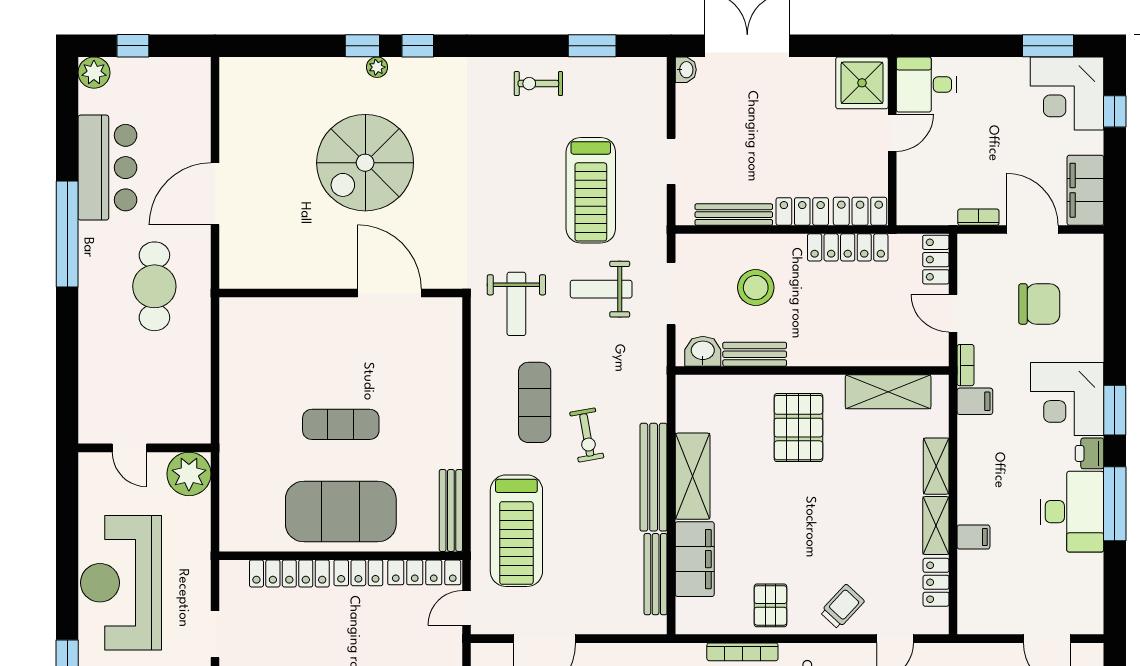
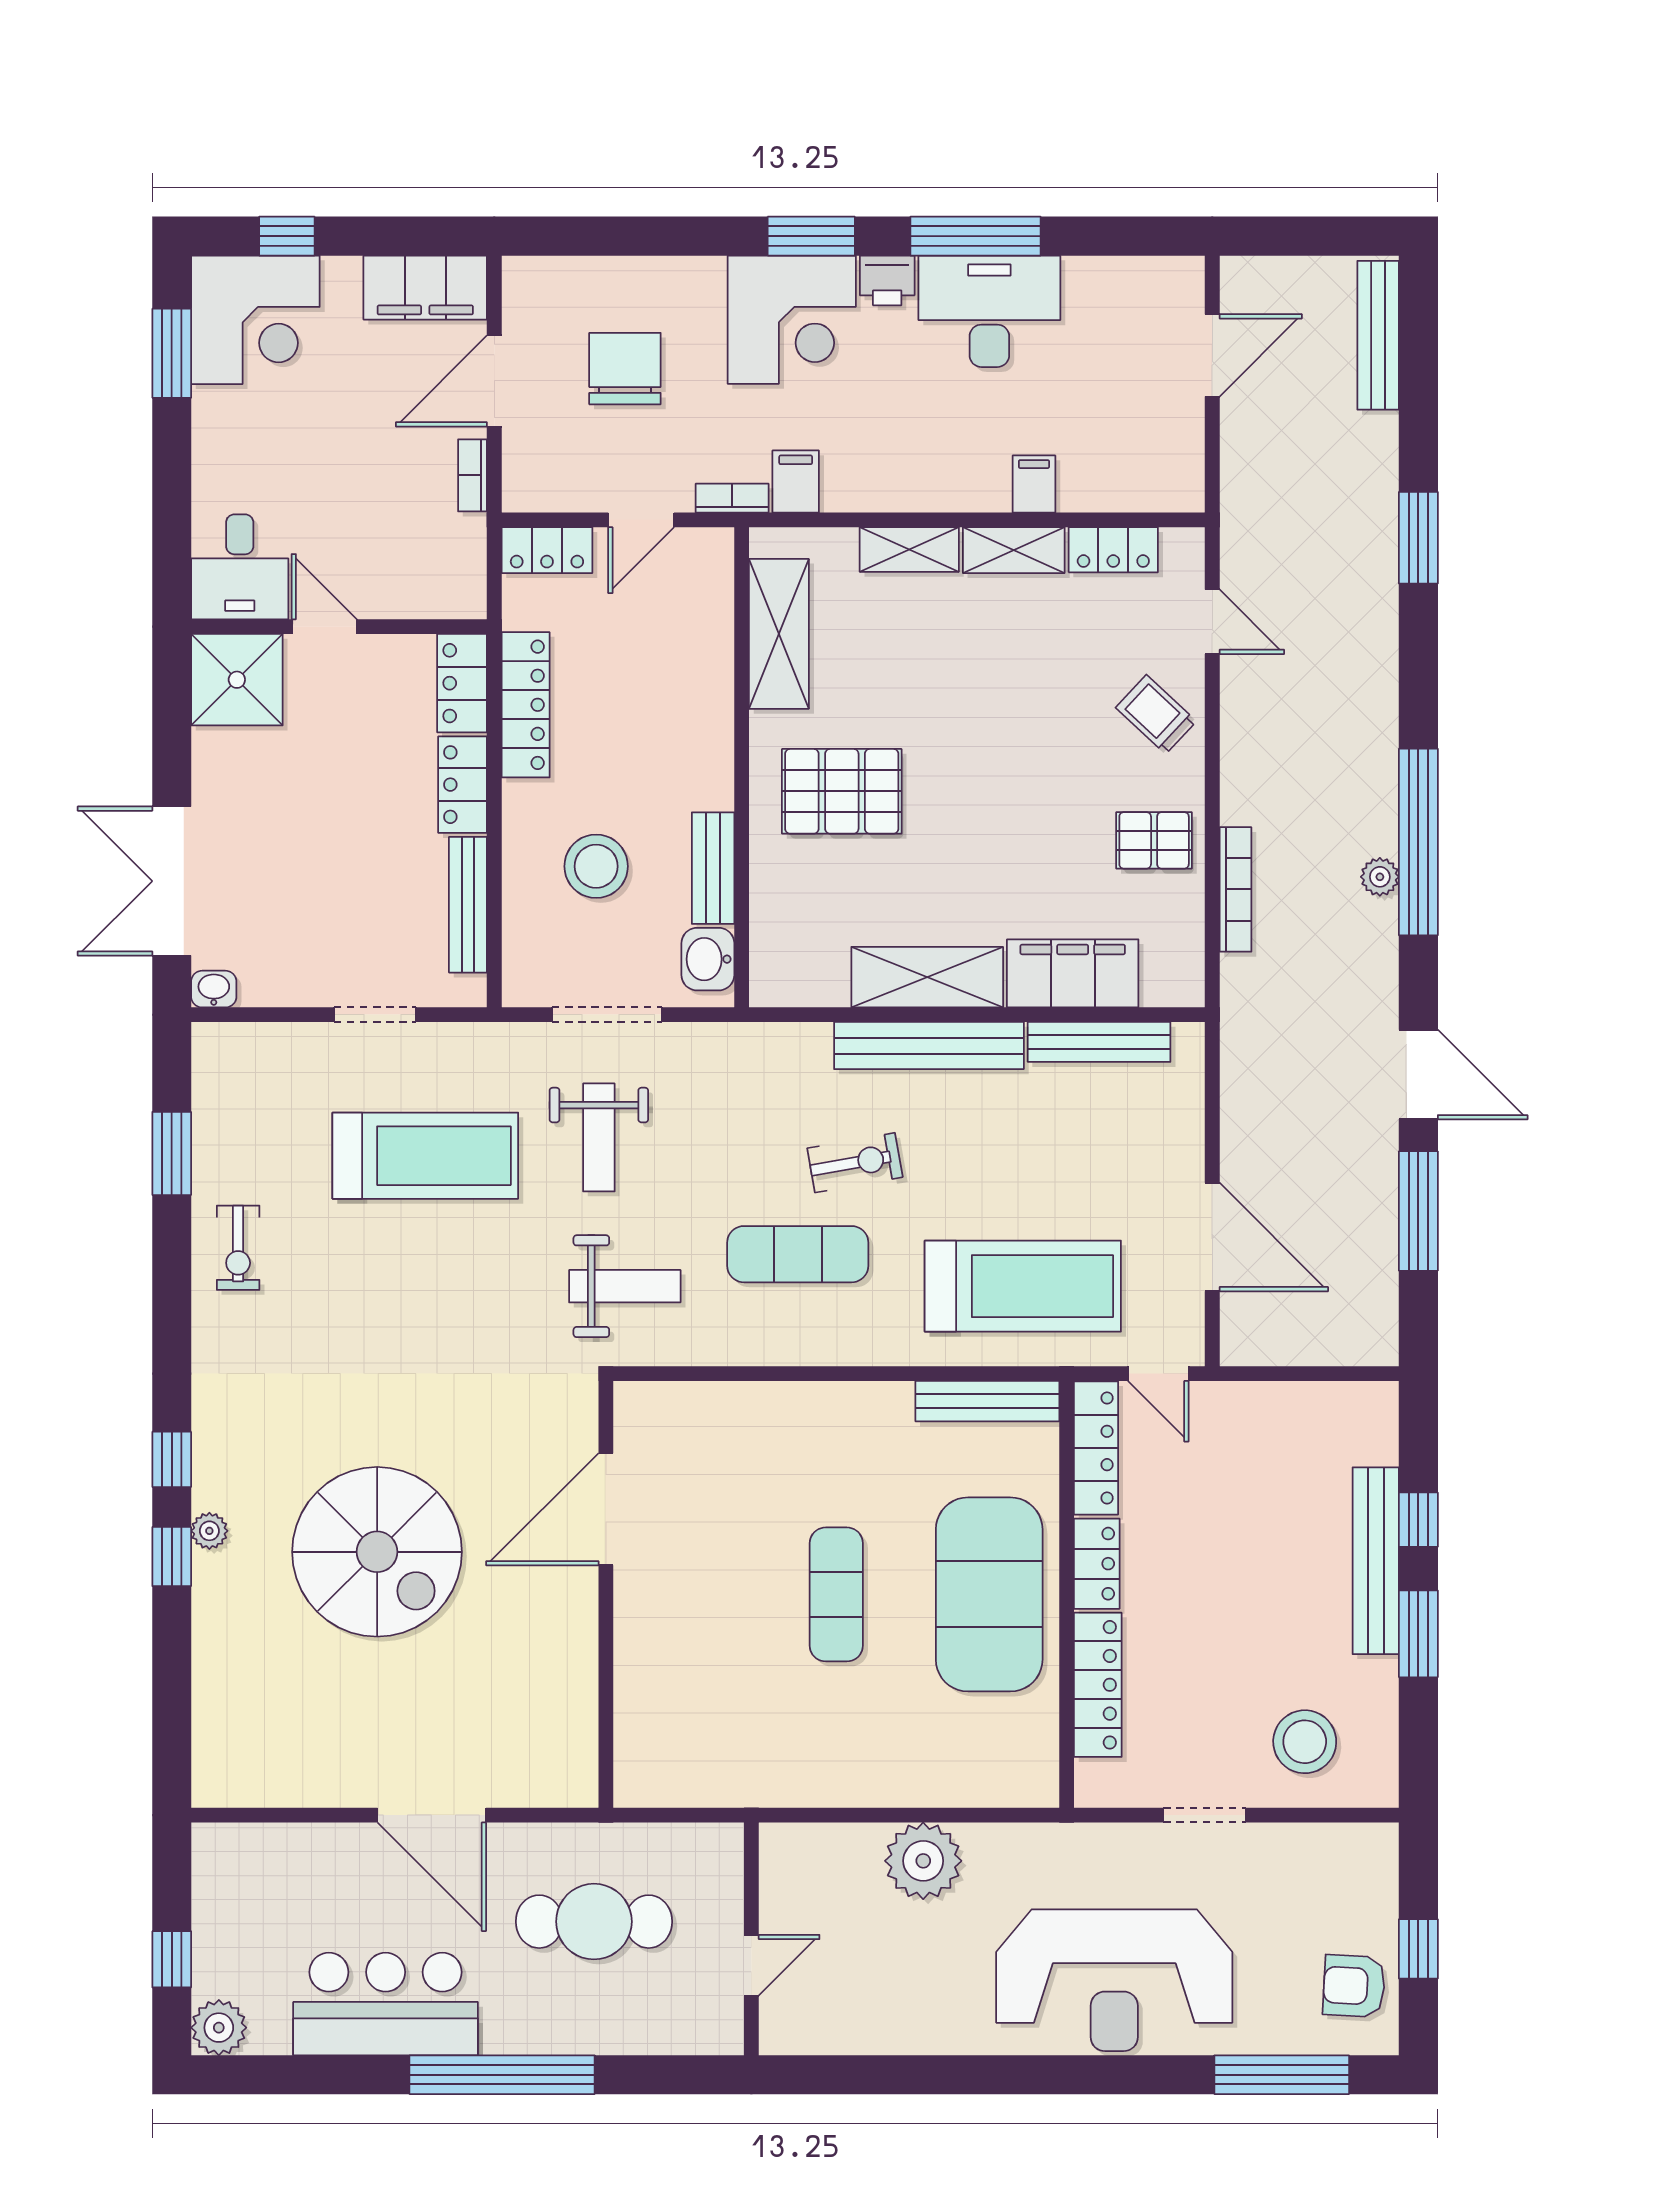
door: (130, 448) -> (751, 1965), moved
wall: (145, 448) -> (751, 1939), moved

